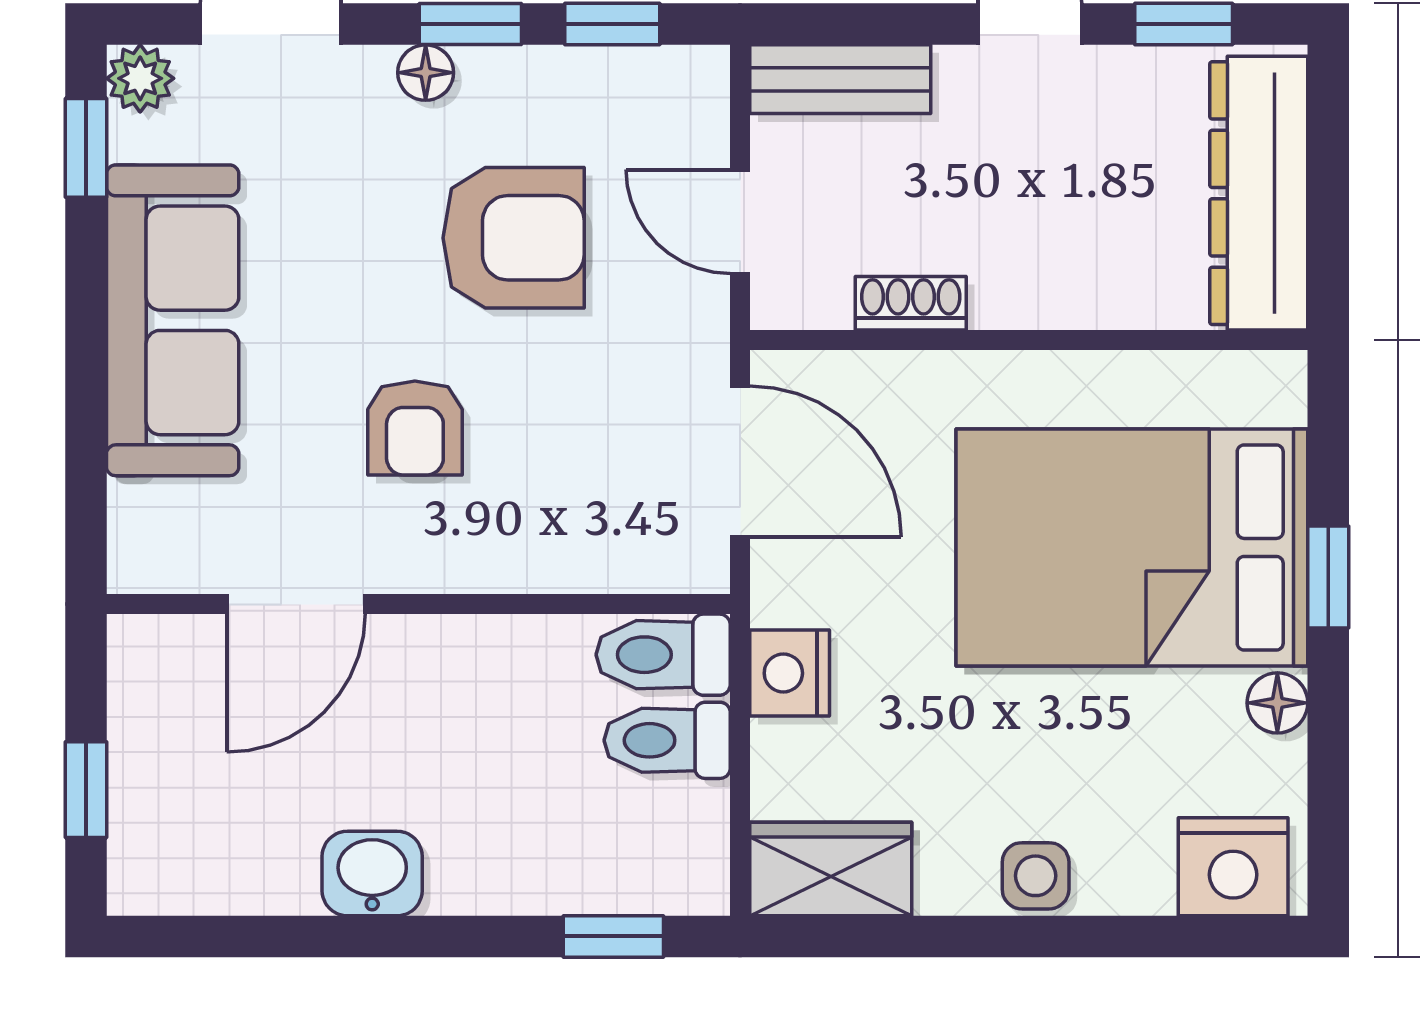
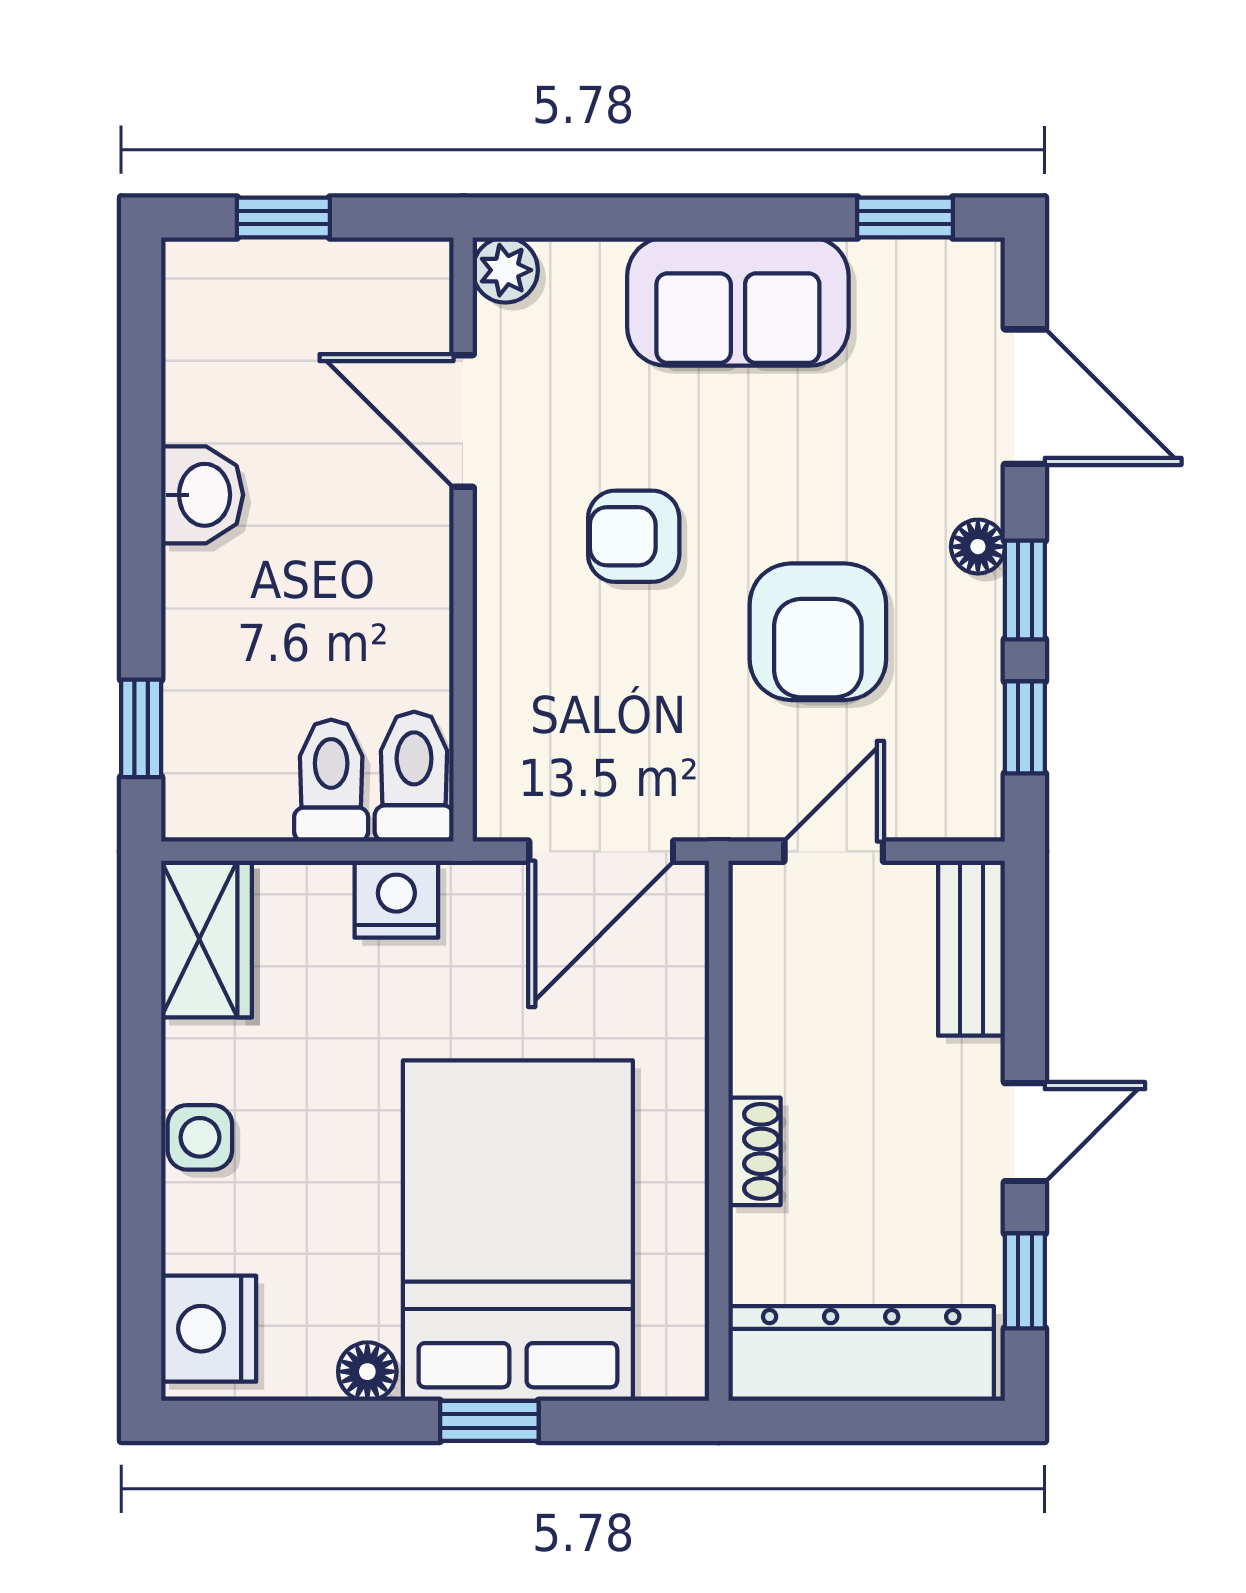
plant: (140, 78) -> (505, 270), moved
shoe rack: (911, 303) -> (754, 1151), moved
sofa: (173, 320) -> (738, 302), width x0.73

